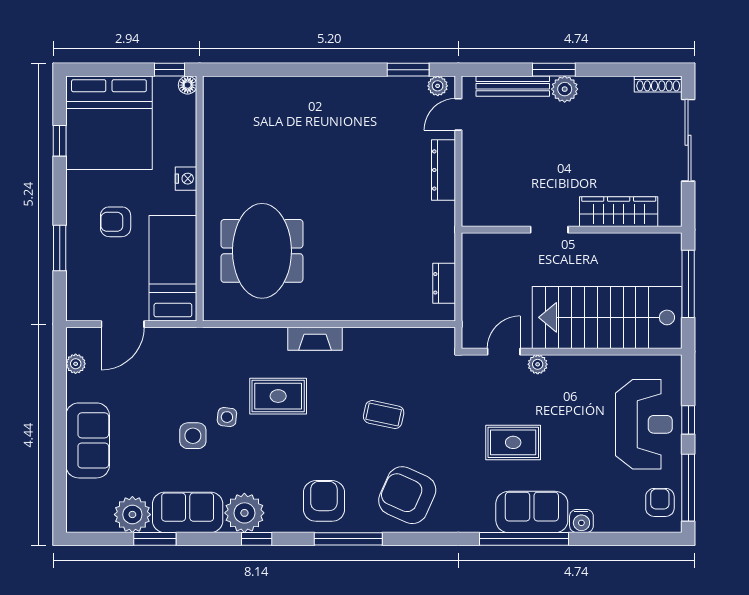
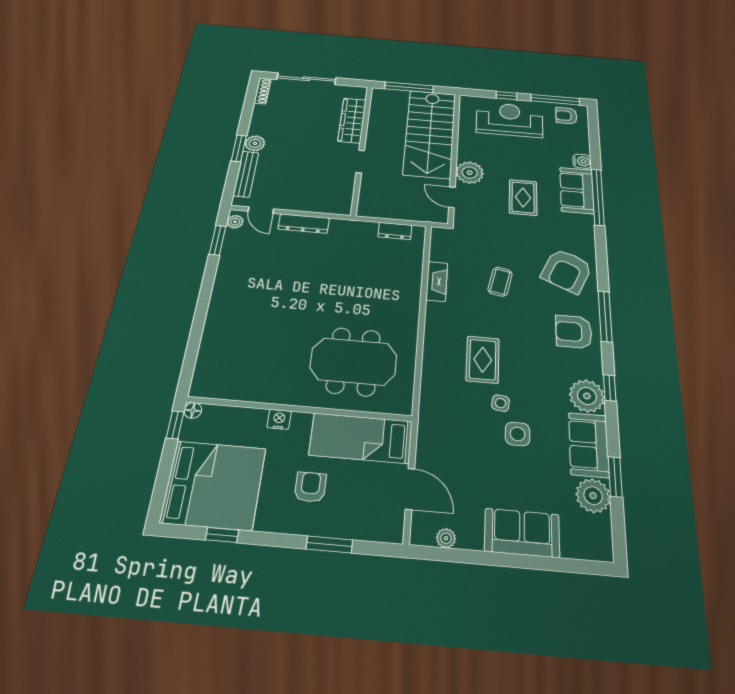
armchair: (116, 222) -> (310, 487), turned 180
fireplace: (315, 339) -> (437, 281), moved
plant: (538, 364) -> (470, 173), width x1.88, depth x1.88

